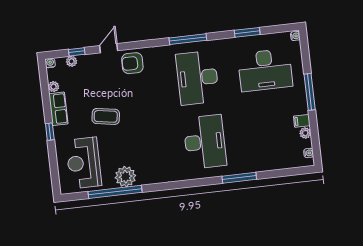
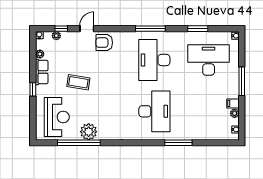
desk: (265, 70) -> (209, 60), turned 180
reception desk: (84, 163) -> (57, 117), turned 180

